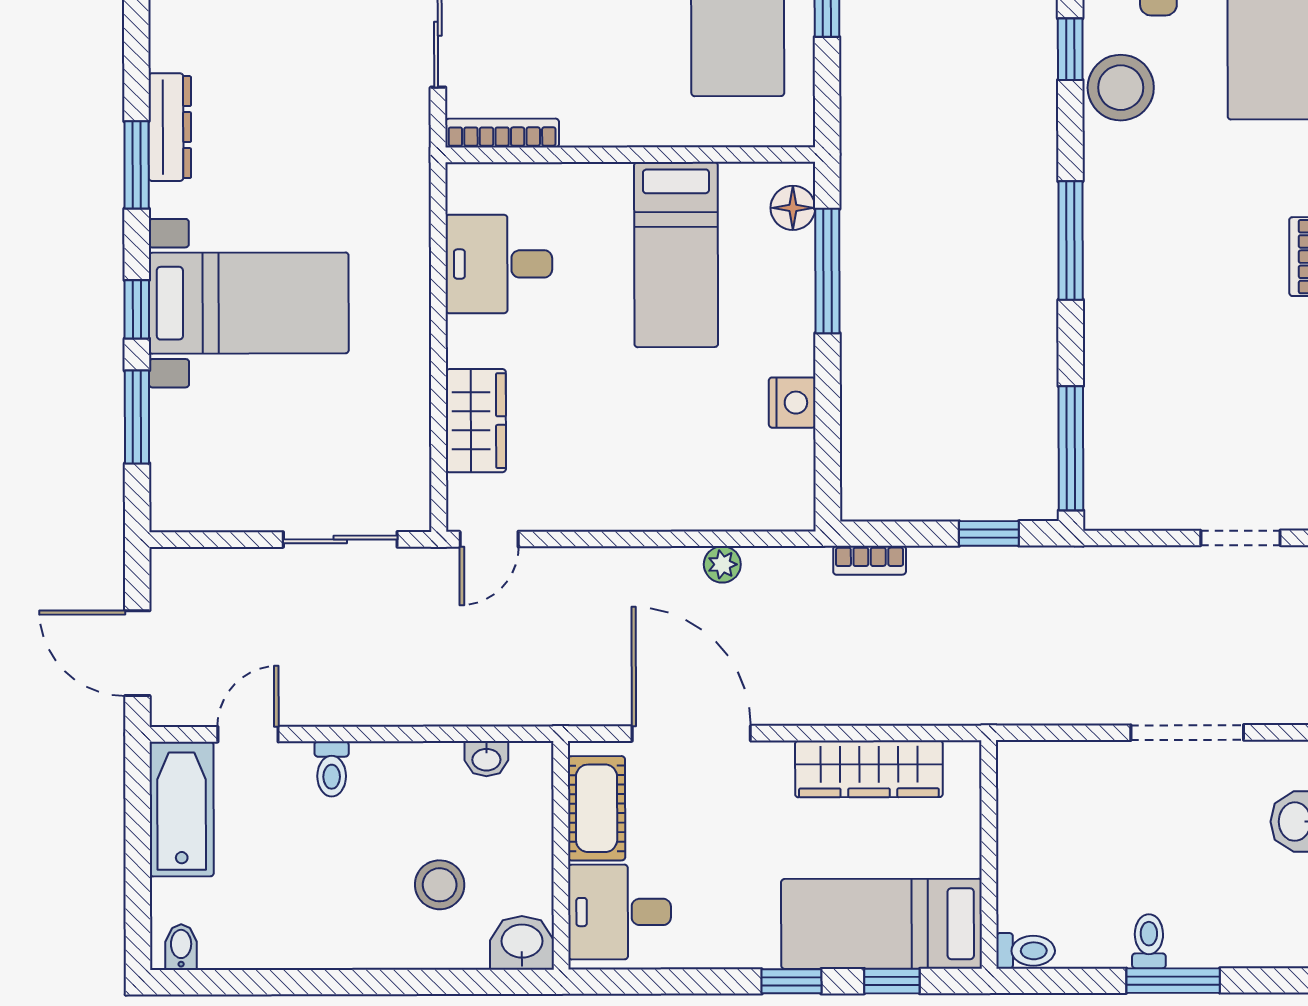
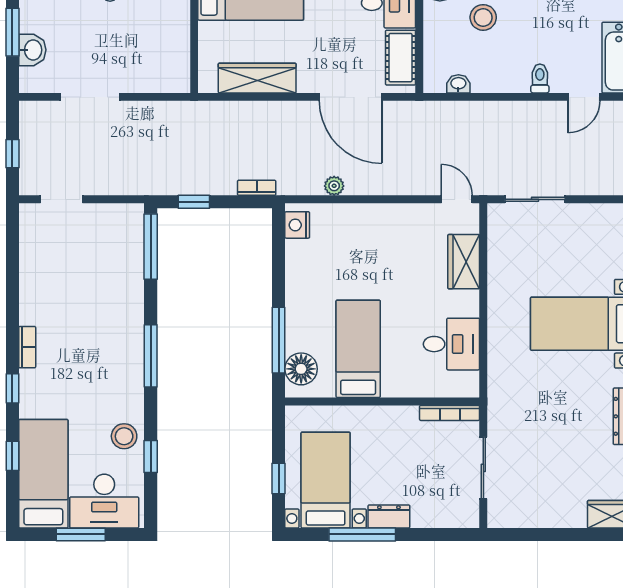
stool: (1121, 88) -> (124, 436), width x0.73, depth x0.73
floor lamp: (793, 208) -> (301, 369), width x1.38, depth x1.38
nightstand: (792, 403) -> (297, 225), moved
door: (489, 539) -> (457, 199), hinge flipped

